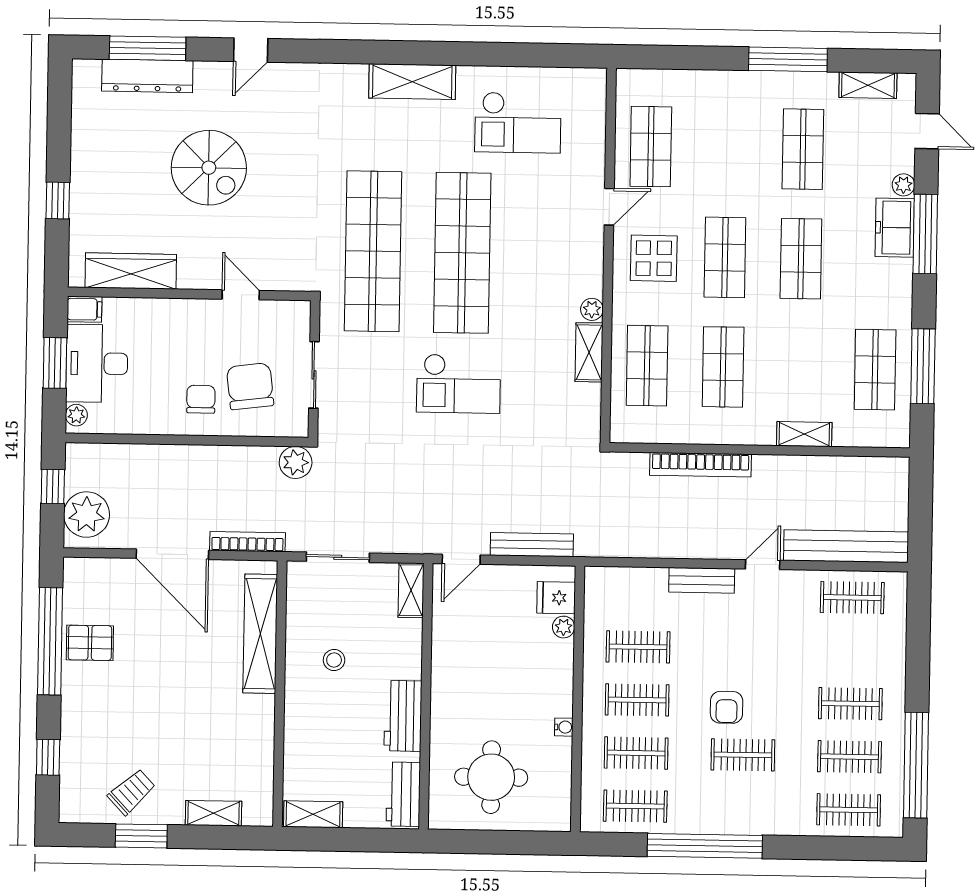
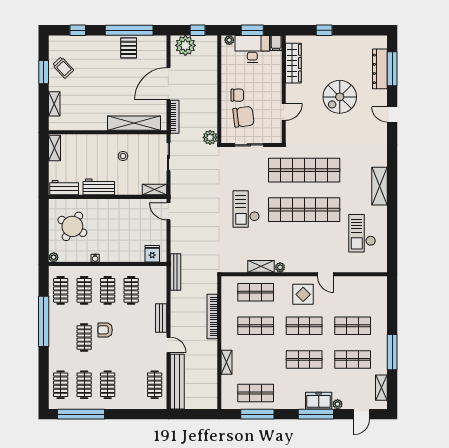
shop shelf: (651, 147) -> (353, 326), moved
bench: (532, 545) -> (175, 272), moved
plant: (564, 627) -> (54, 257), moved
round table: (491, 777) -> (72, 226), turned 31

